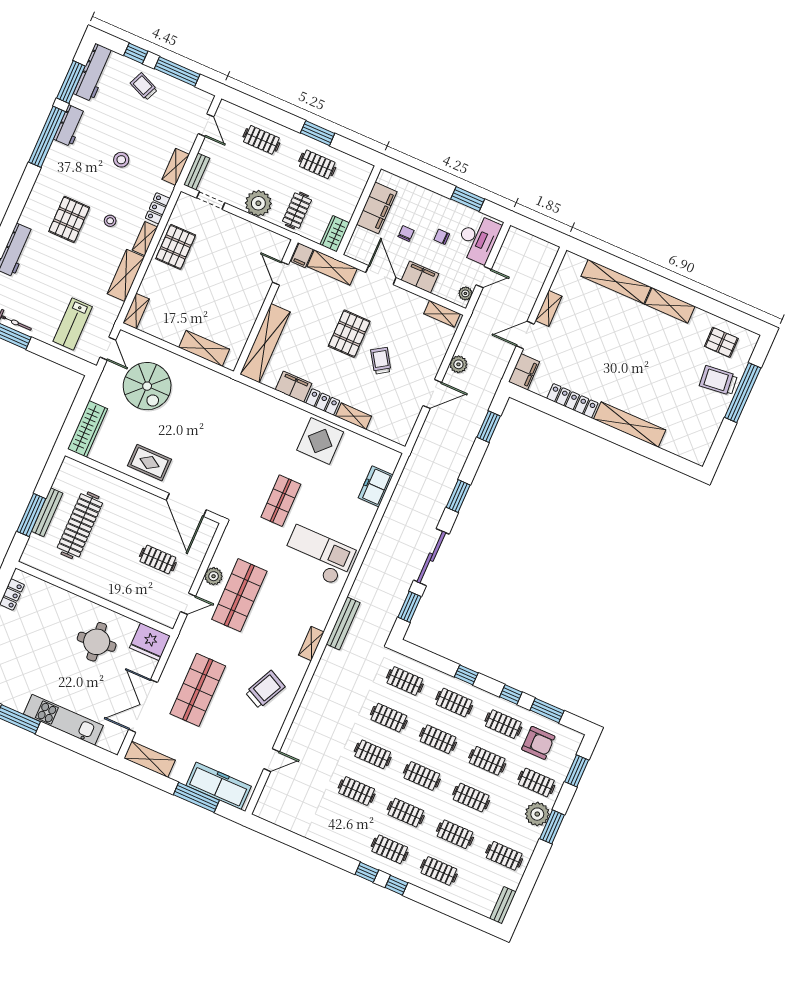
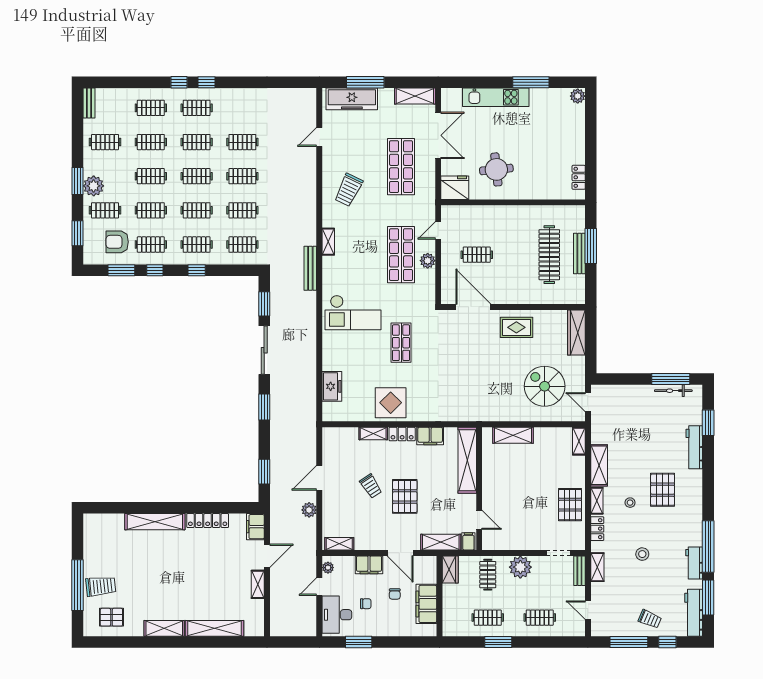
lab bench: (73, 324) -> (624, 409), removed

